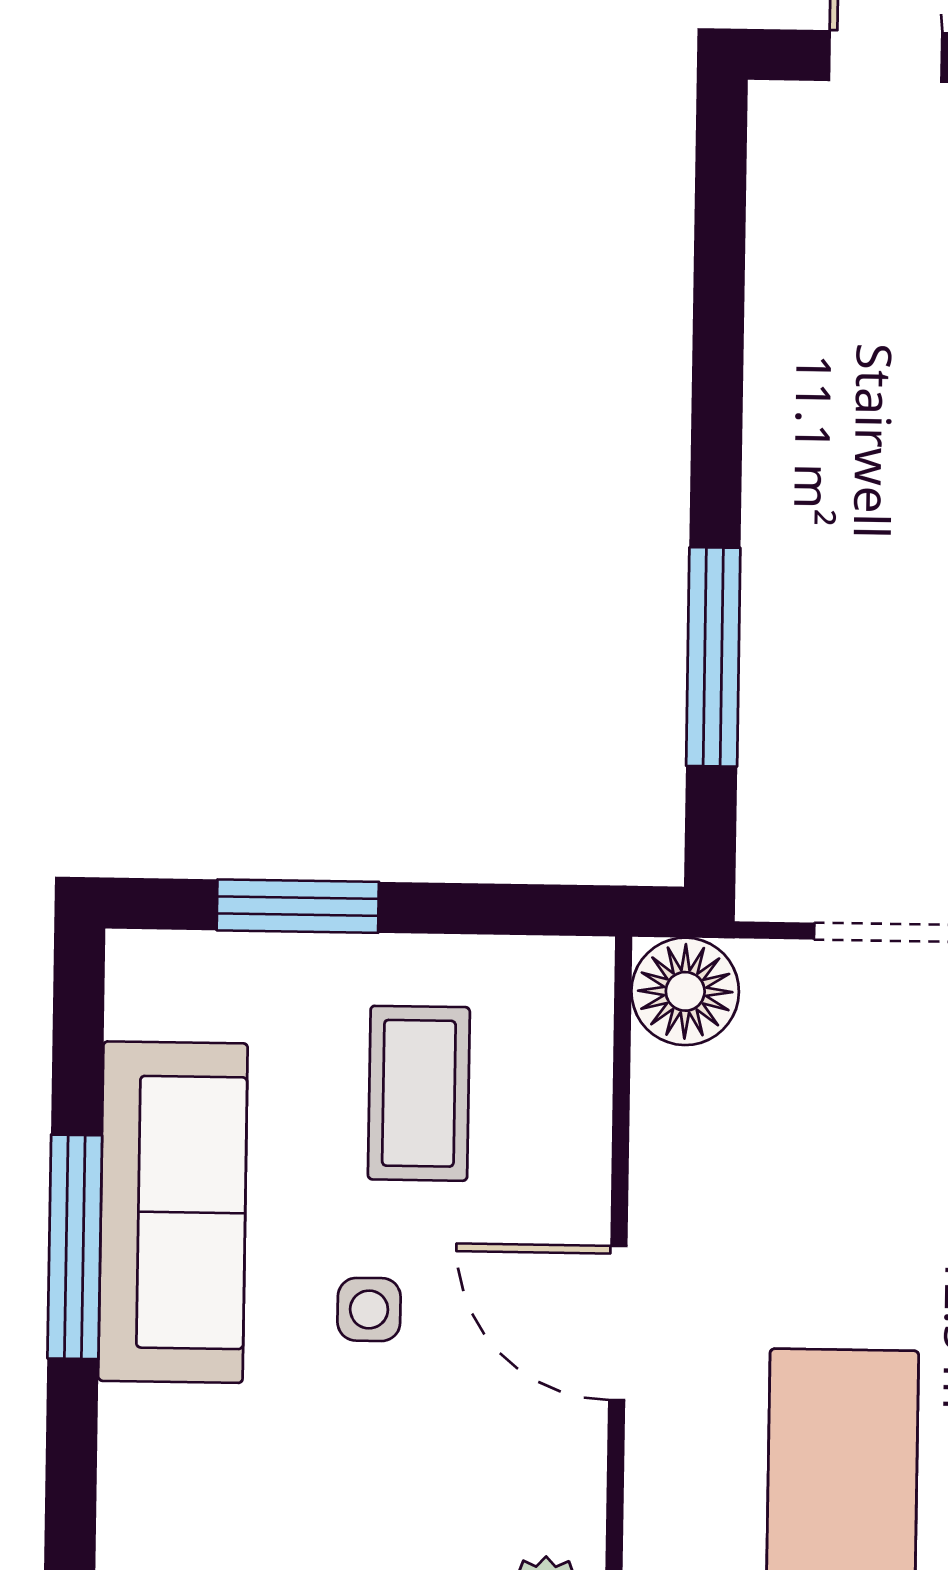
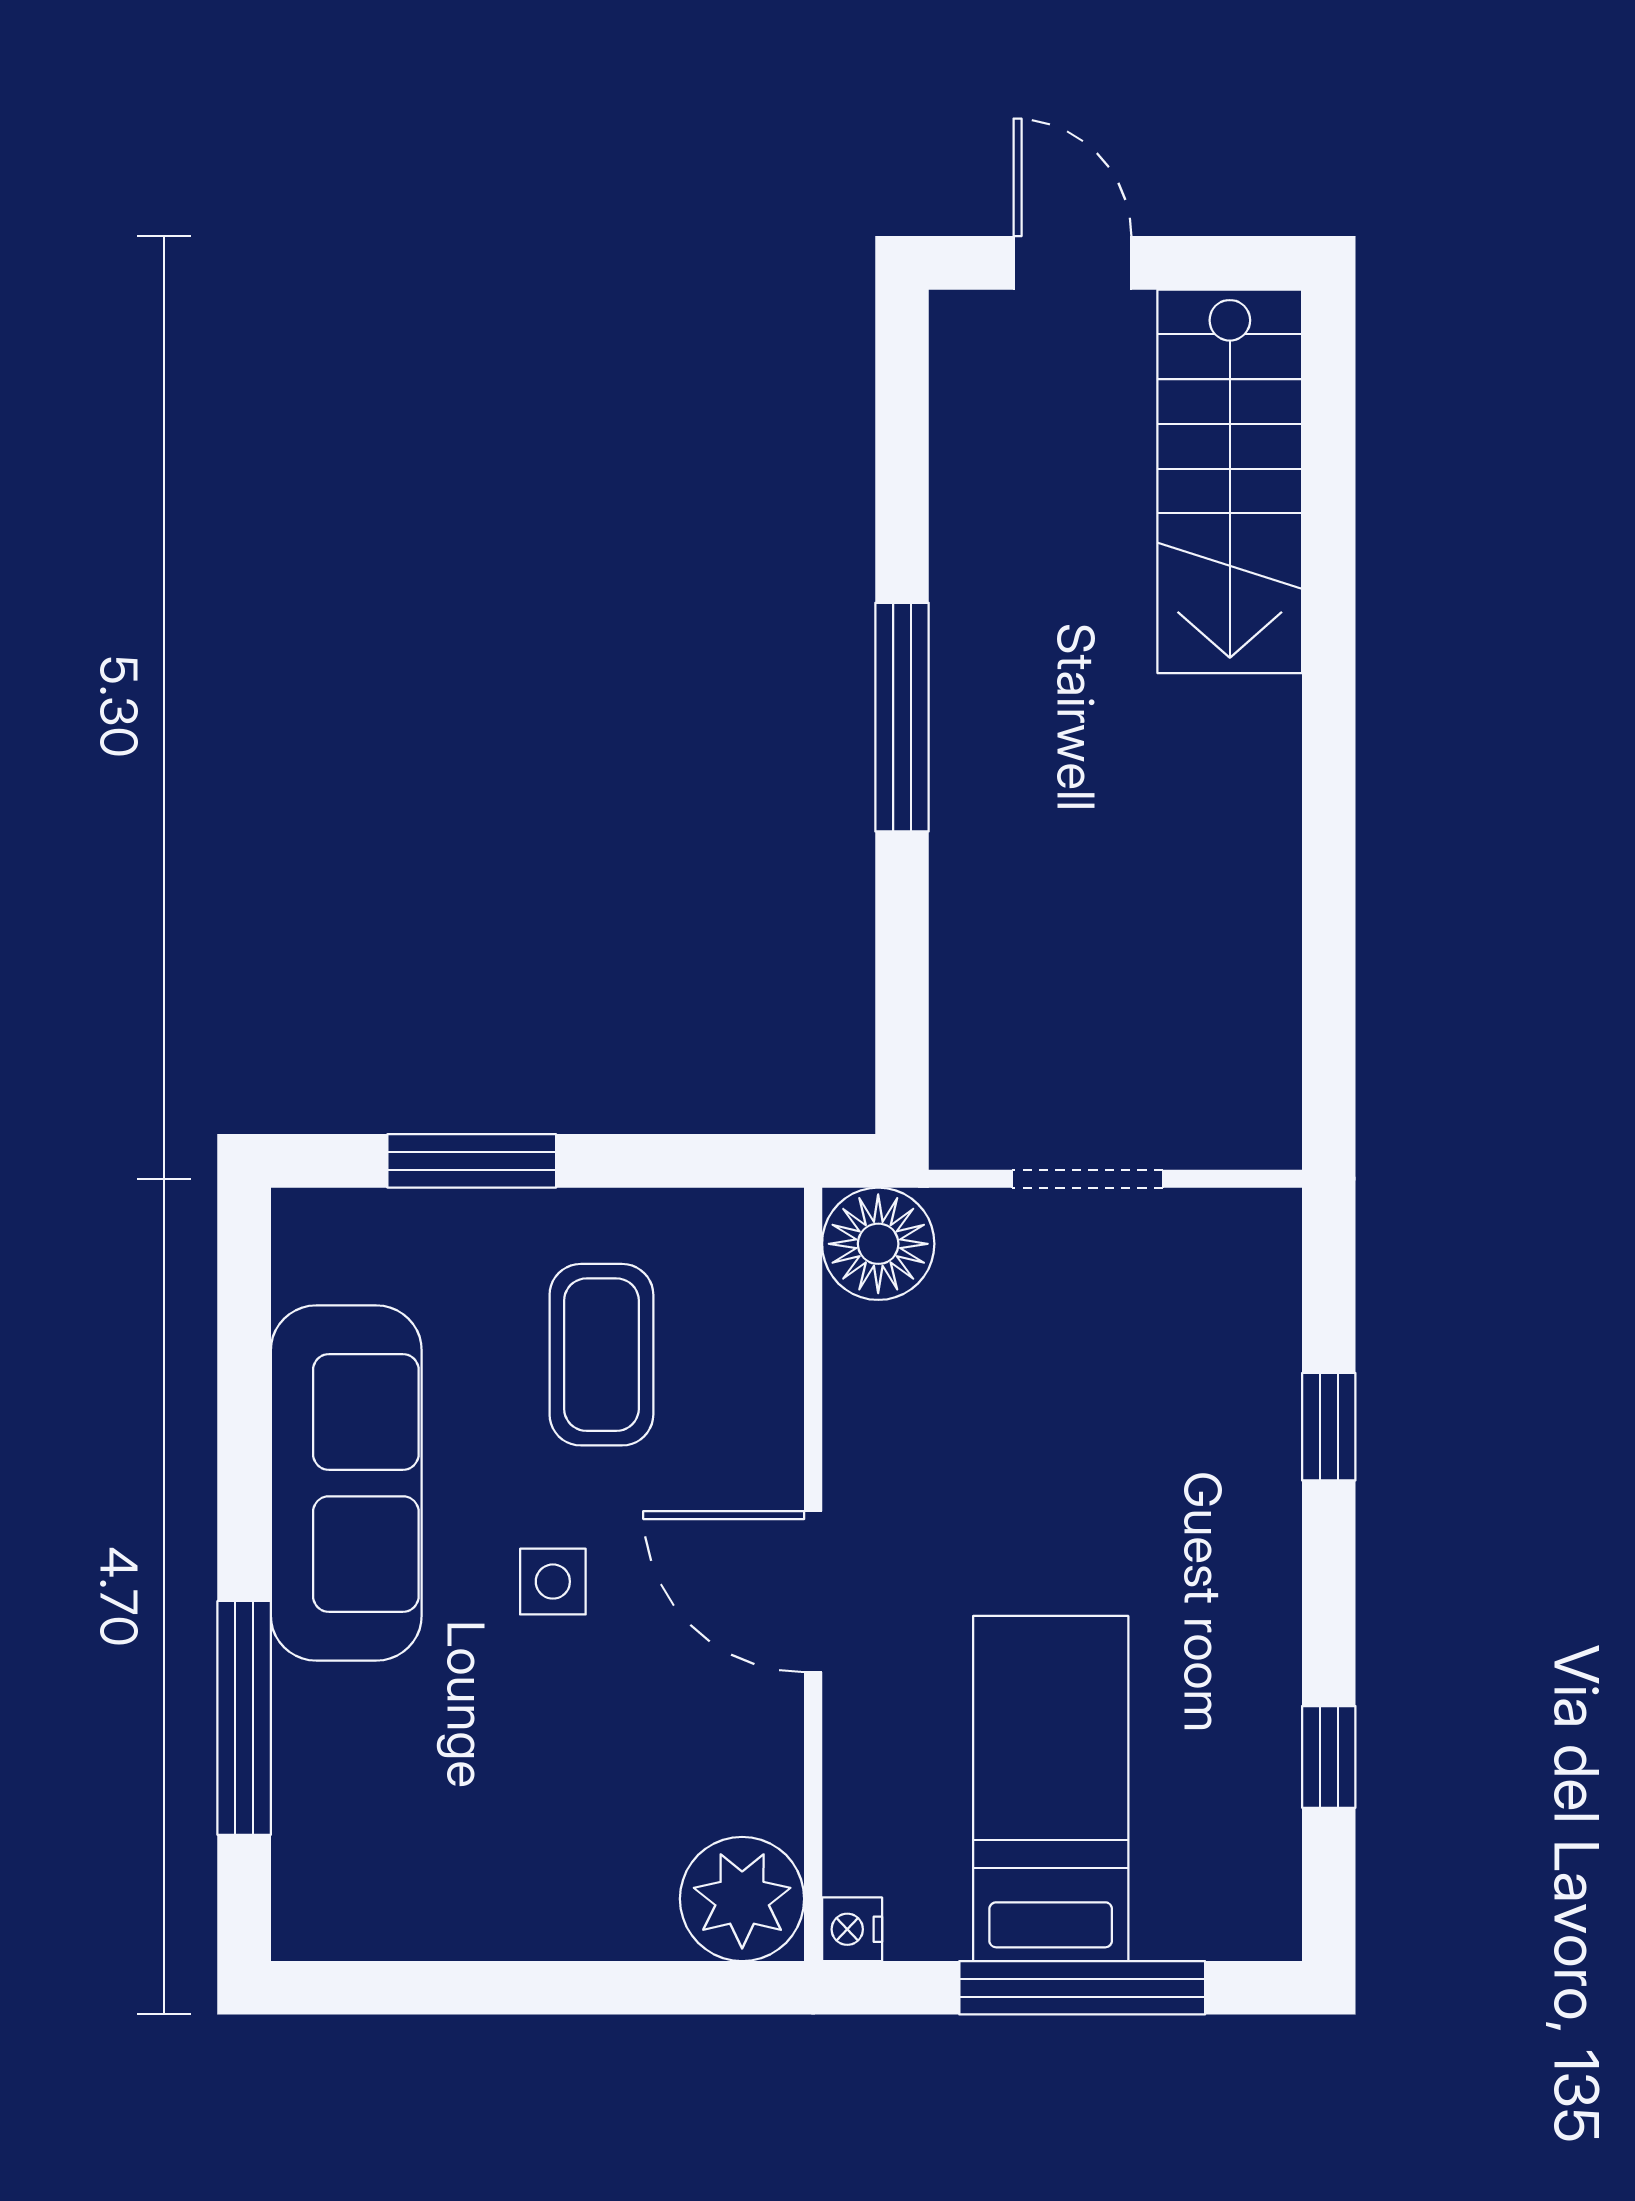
window: (713, 657) -> (902, 717), moved
window: (75, 1247) -> (244, 1718), moved

